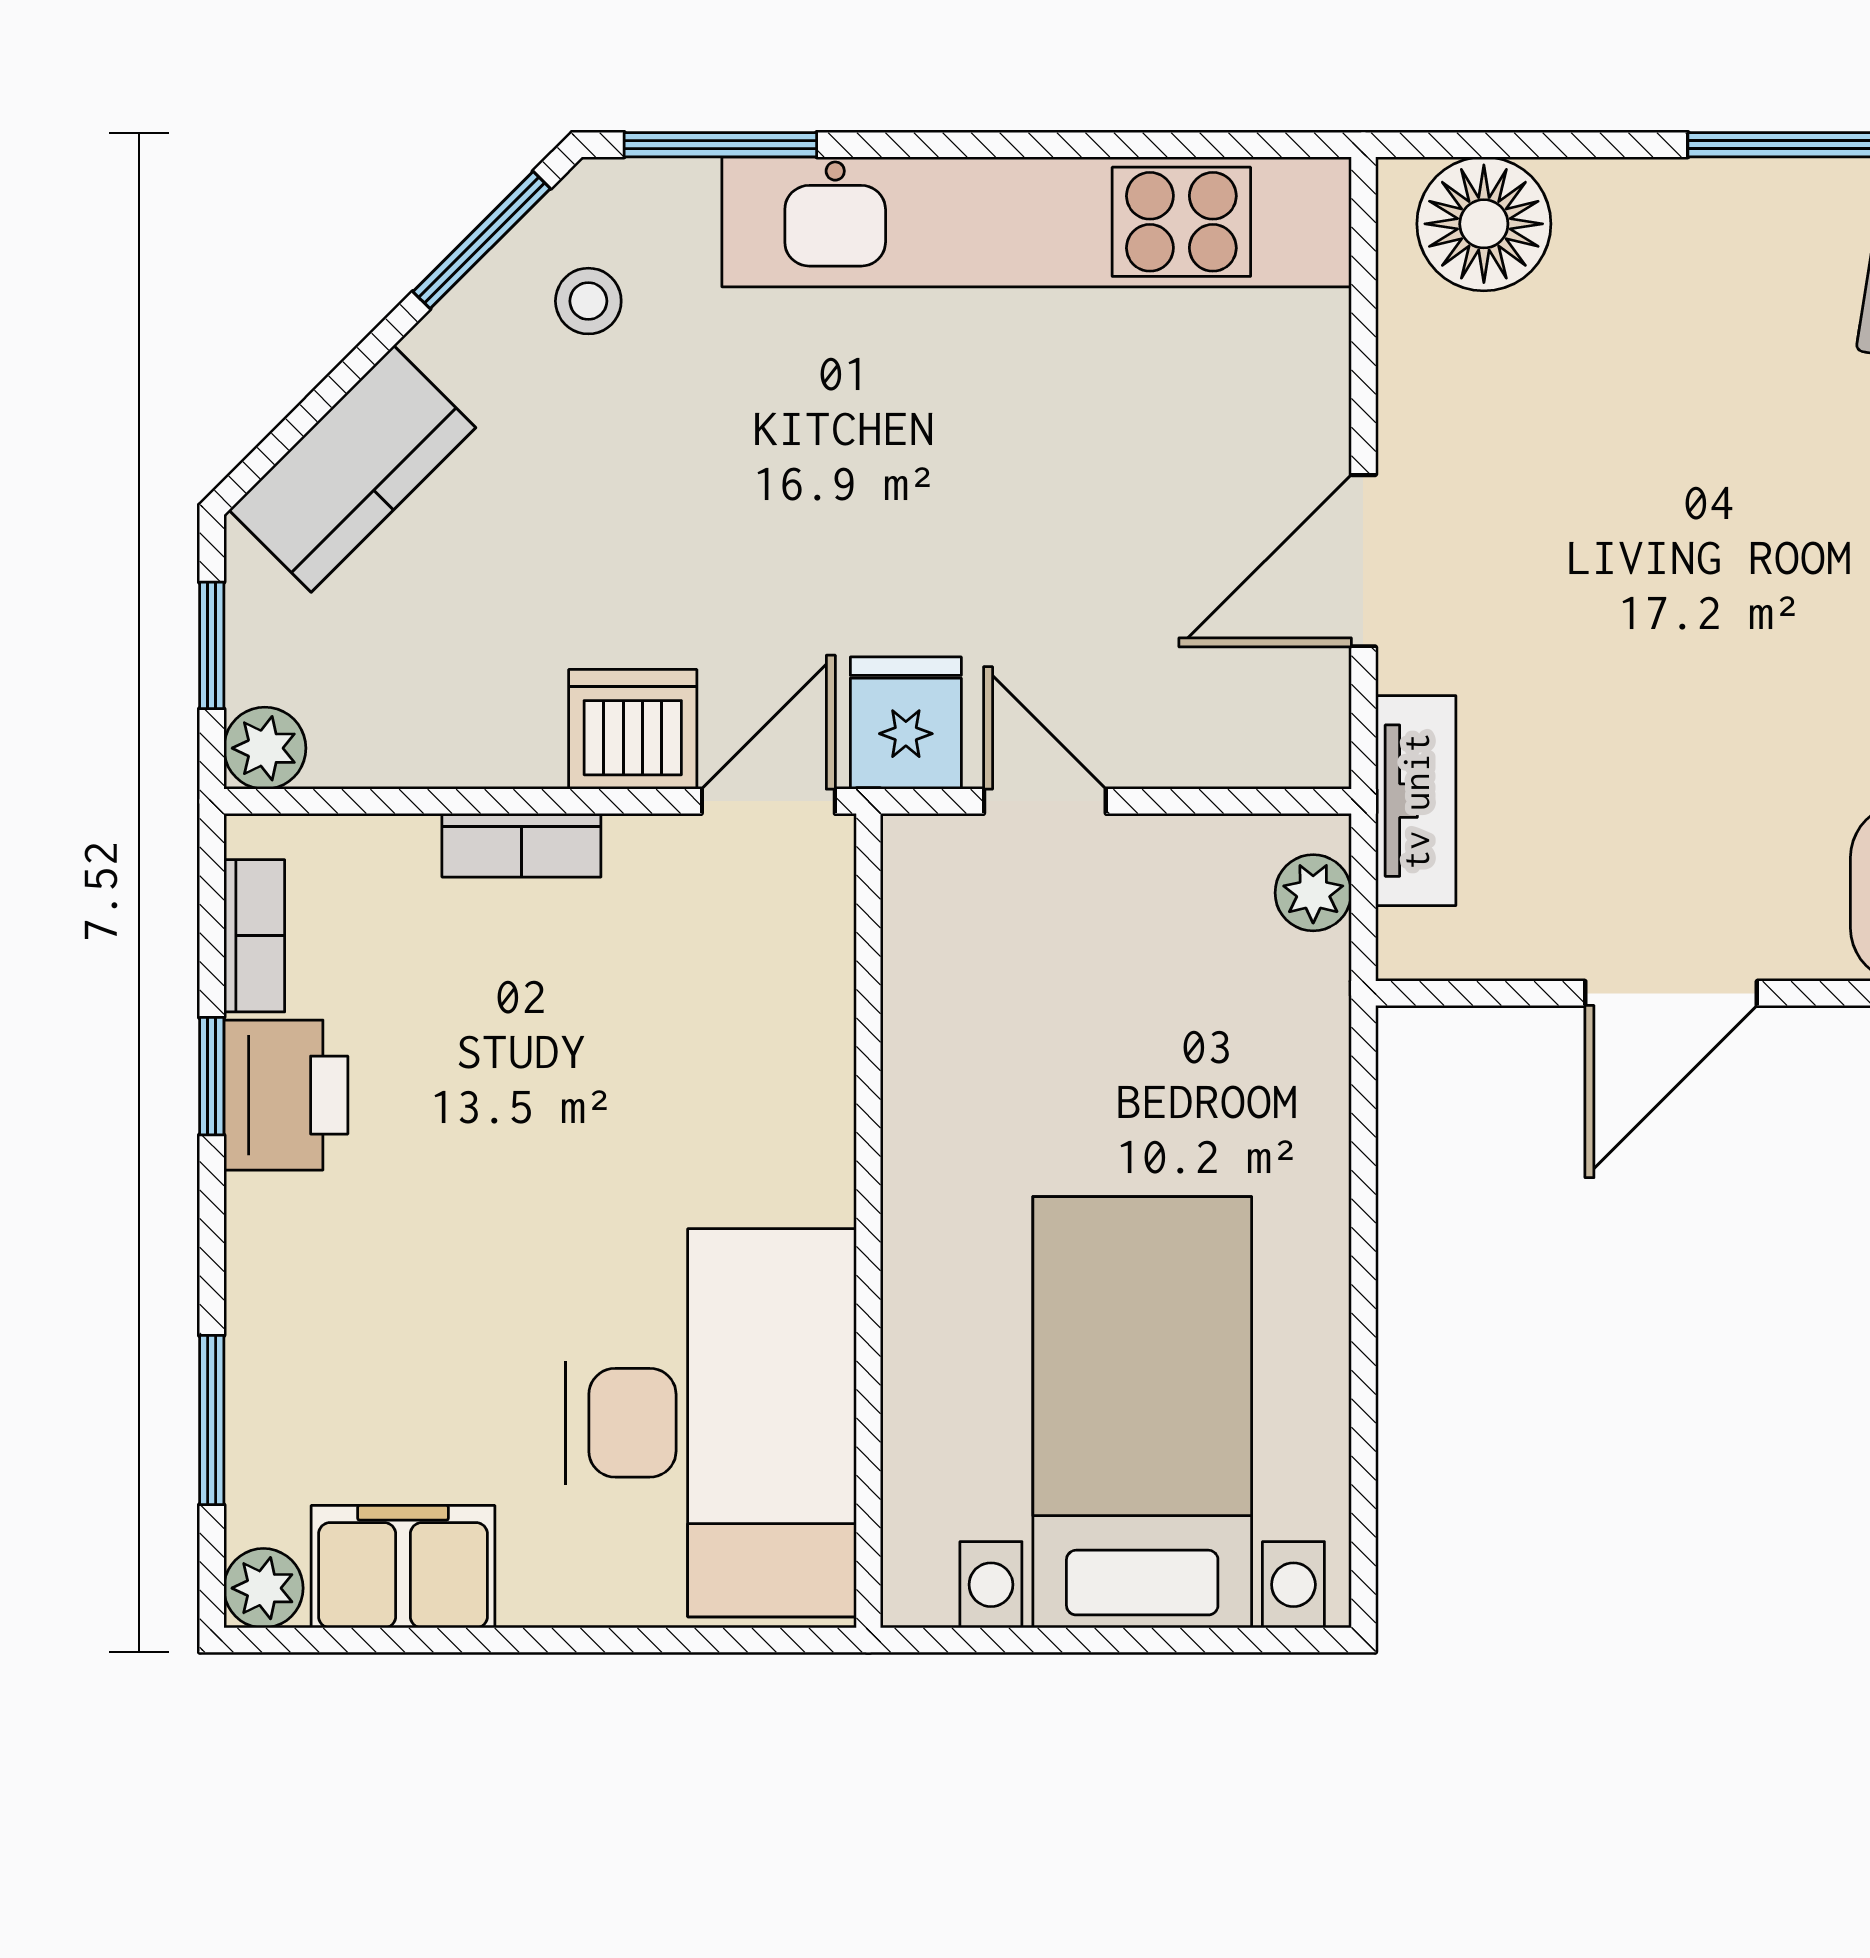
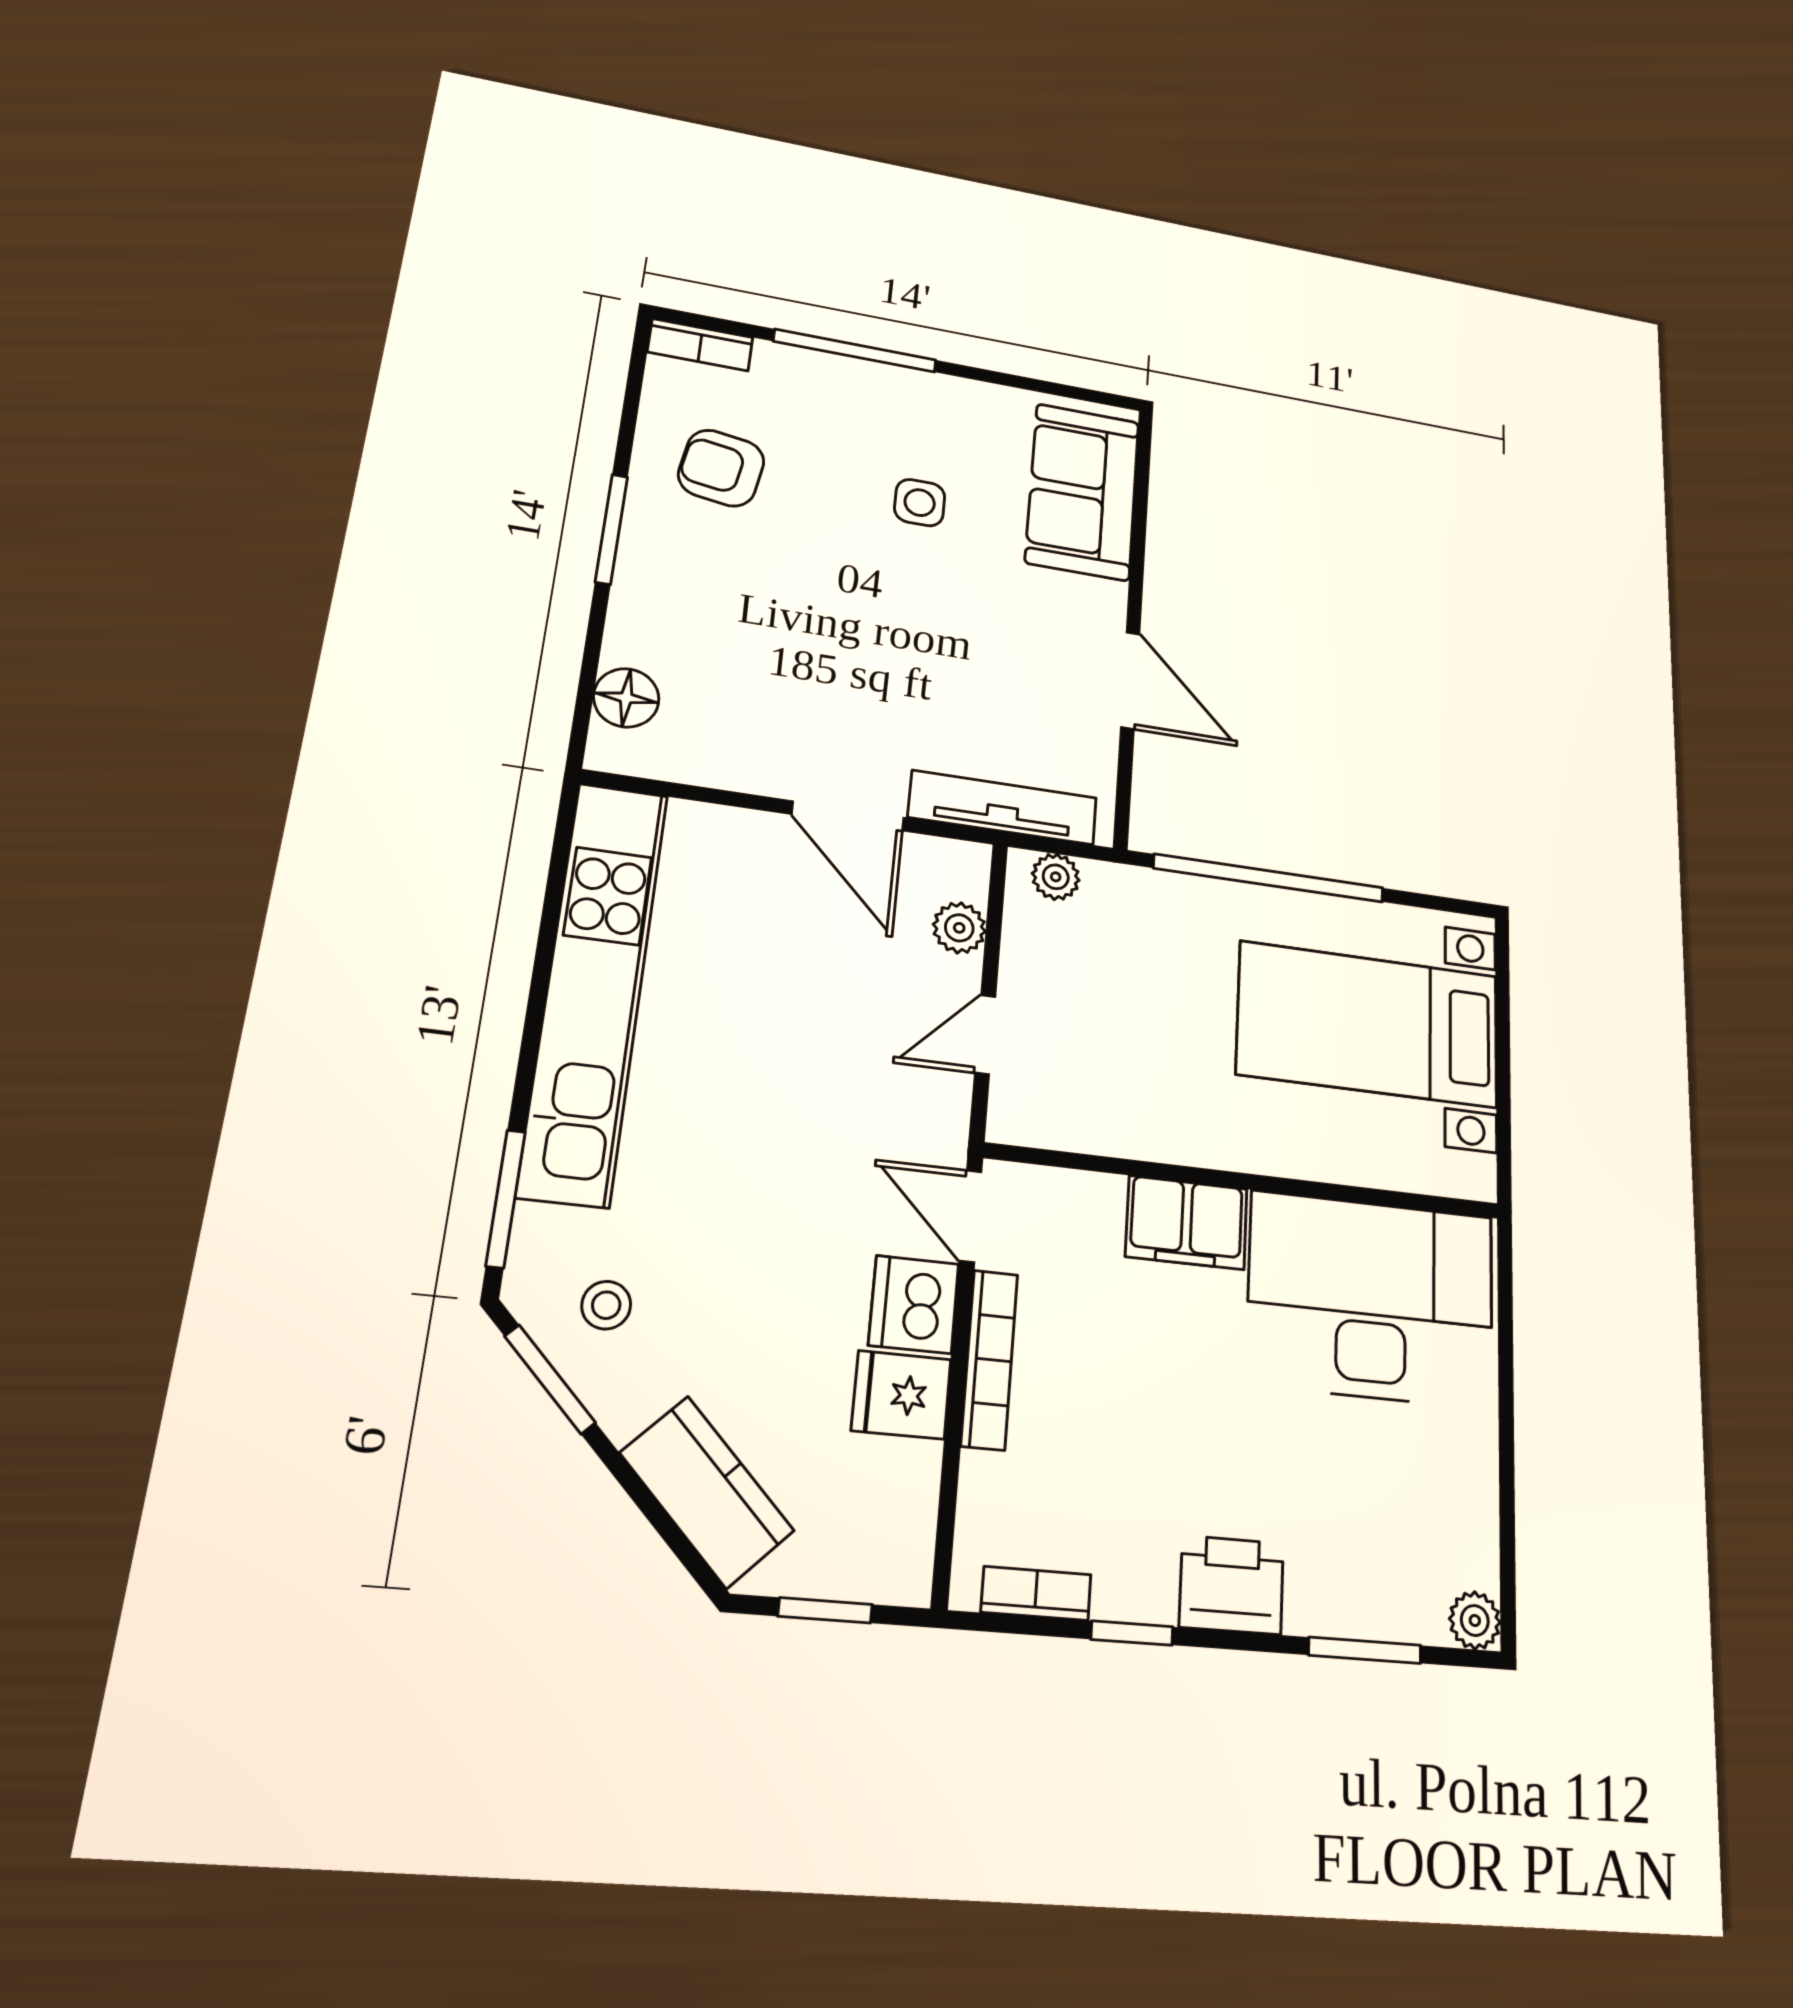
floor lamp: (1484, 224) -> (626, 698), width x0.73, depth x0.73
fridge: (906, 723) -> (901, 1395), moved
plant: (265, 748) -> (959, 928), moved
tv unit: (1416, 801) -> (1003, 807), width x1.41
bookcase: (521, 845) -> (989, 1359), width x1.56
printer: (286, 1095) -> (1232, 1585), moved
window: (1363, 1241) -> (1269, 878), added
filing cabinet: (403, 1567) -> (1187, 1223), moved, turned -90

